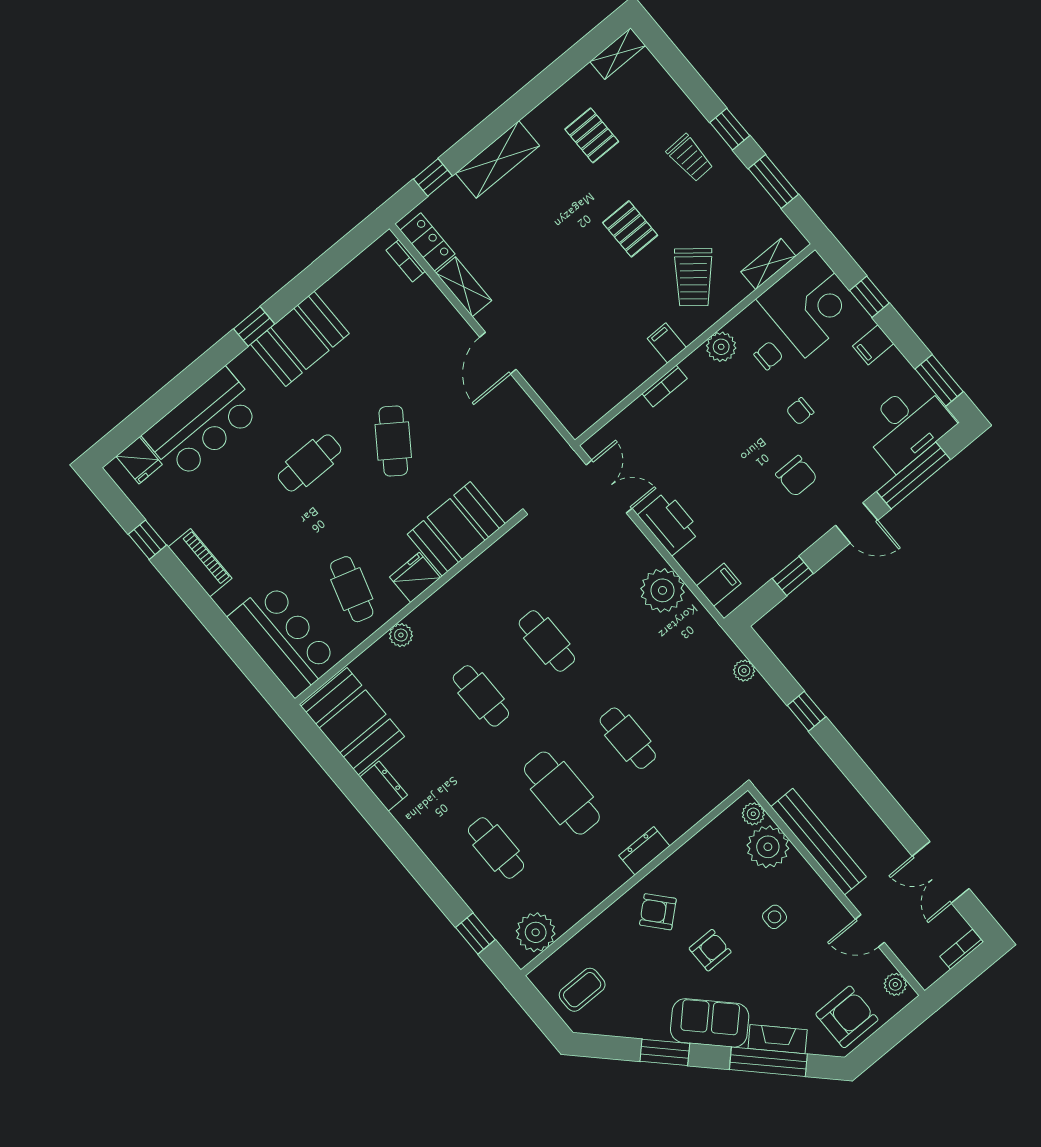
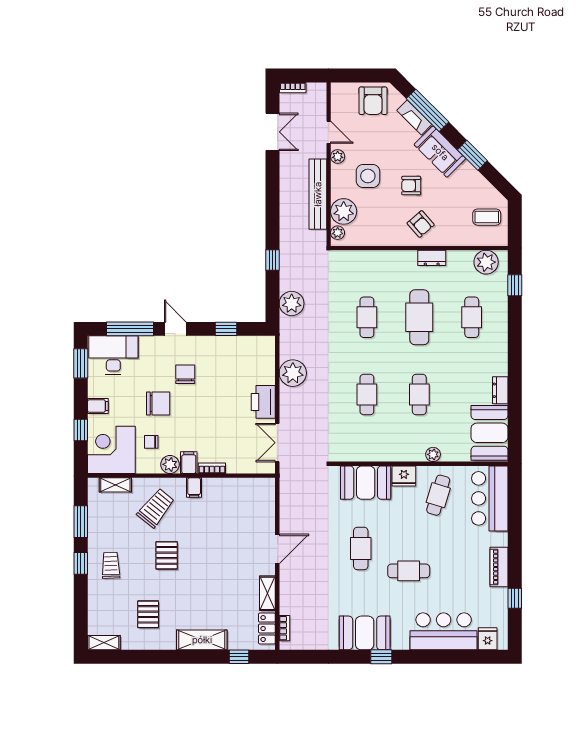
chair: (800, 411) -> (158, 403), width x1.87, depth x1.87
cafe table: (393, 441) -> (361, 548), turned -35
filing cabinet: (719, 585) -> (189, 463), moved, turned 90
plant: (744, 671) -> (292, 303), width x1.87, depth x1.87
dresser: (644, 851) -> (432, 258), moved
side table: (775, 917) -> (368, 176), width x1.87, depth x1.87
plant: (895, 984) -> (338, 156), moved
armchair: (847, 1017) -> (373, 101), turned -90

